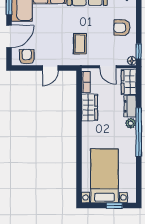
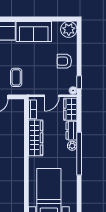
coffee table: (80, 44) -> (16, 77), moved
door: (108, 67) -> (52, 96), hinge flipped
wardrobe: (89, 108) -> (36, 138), width x1.50

